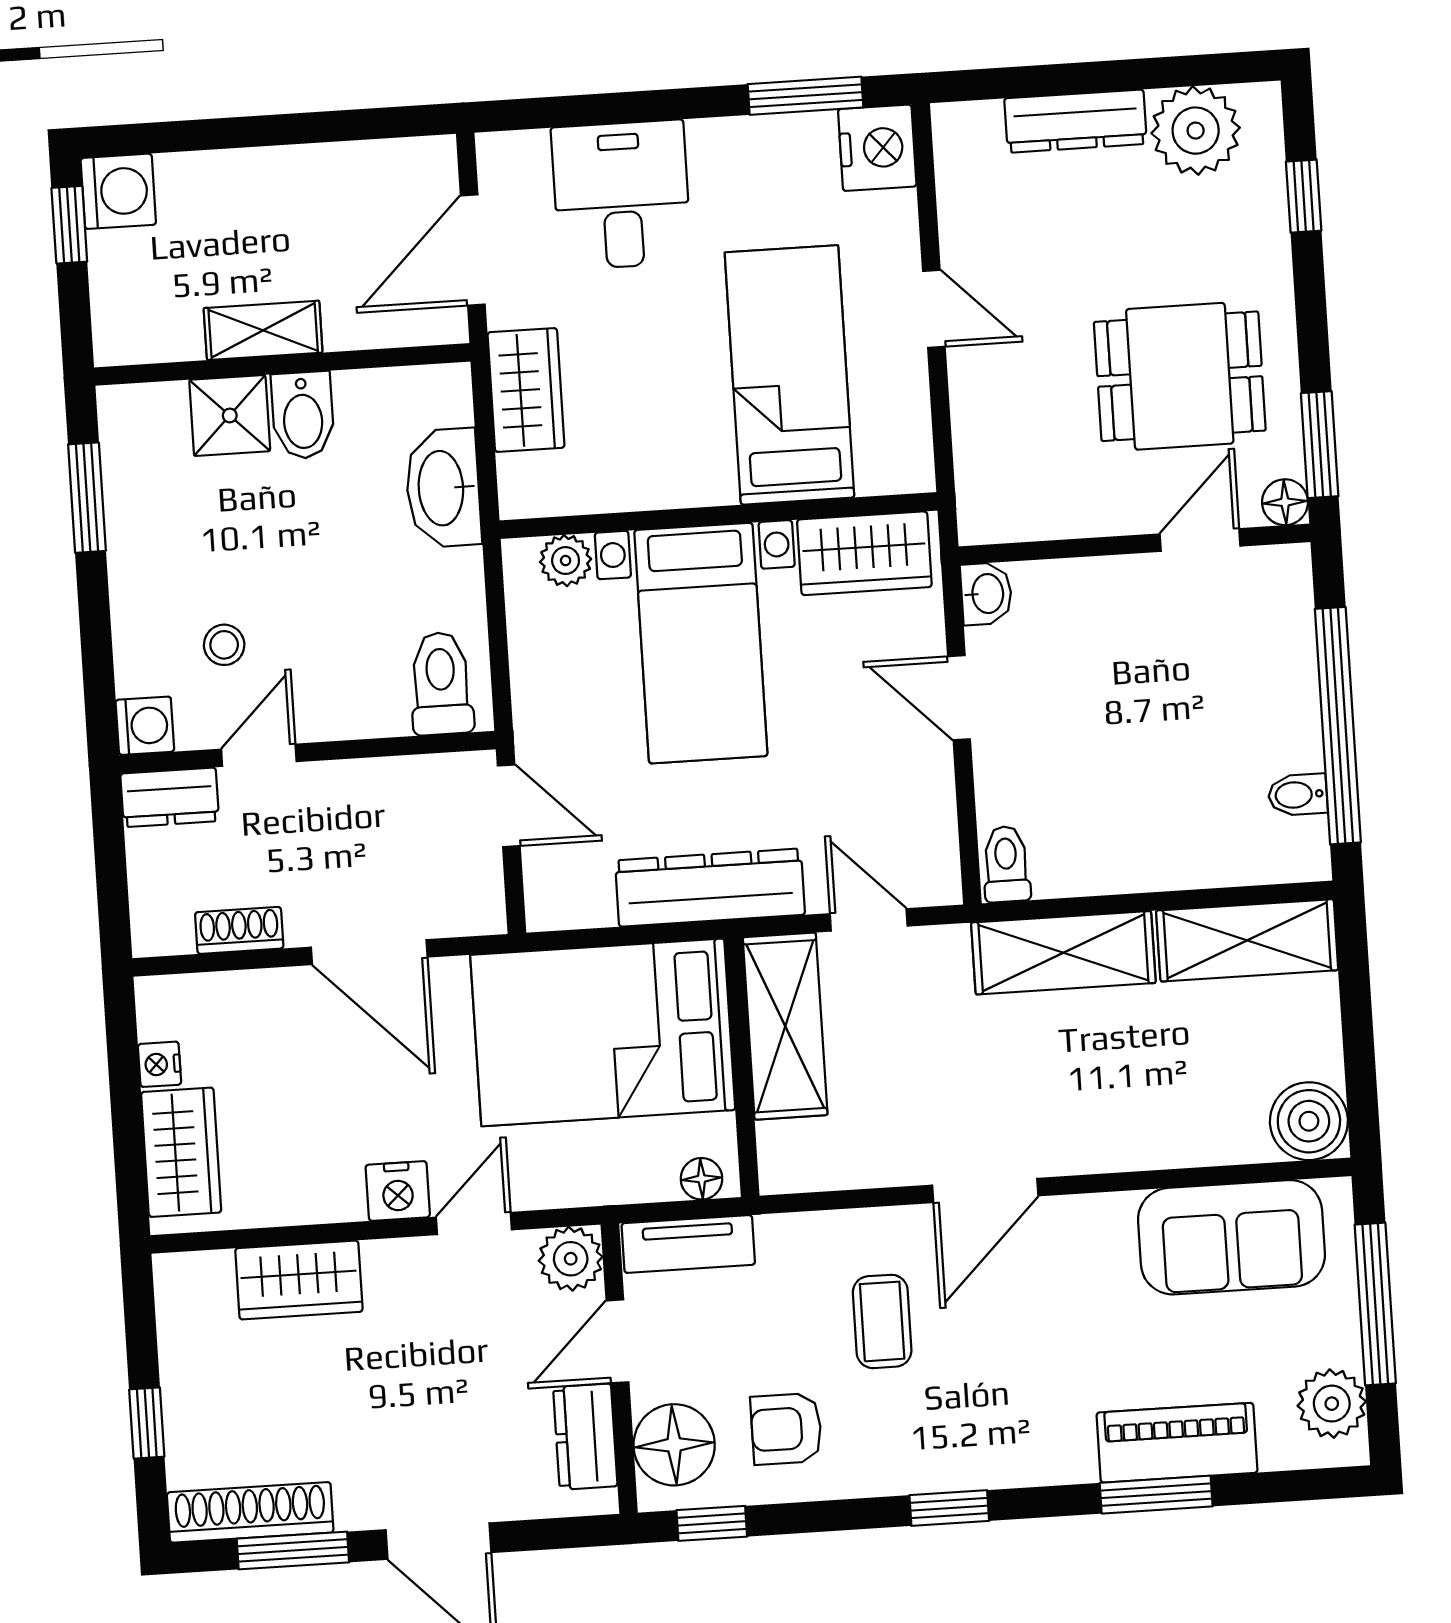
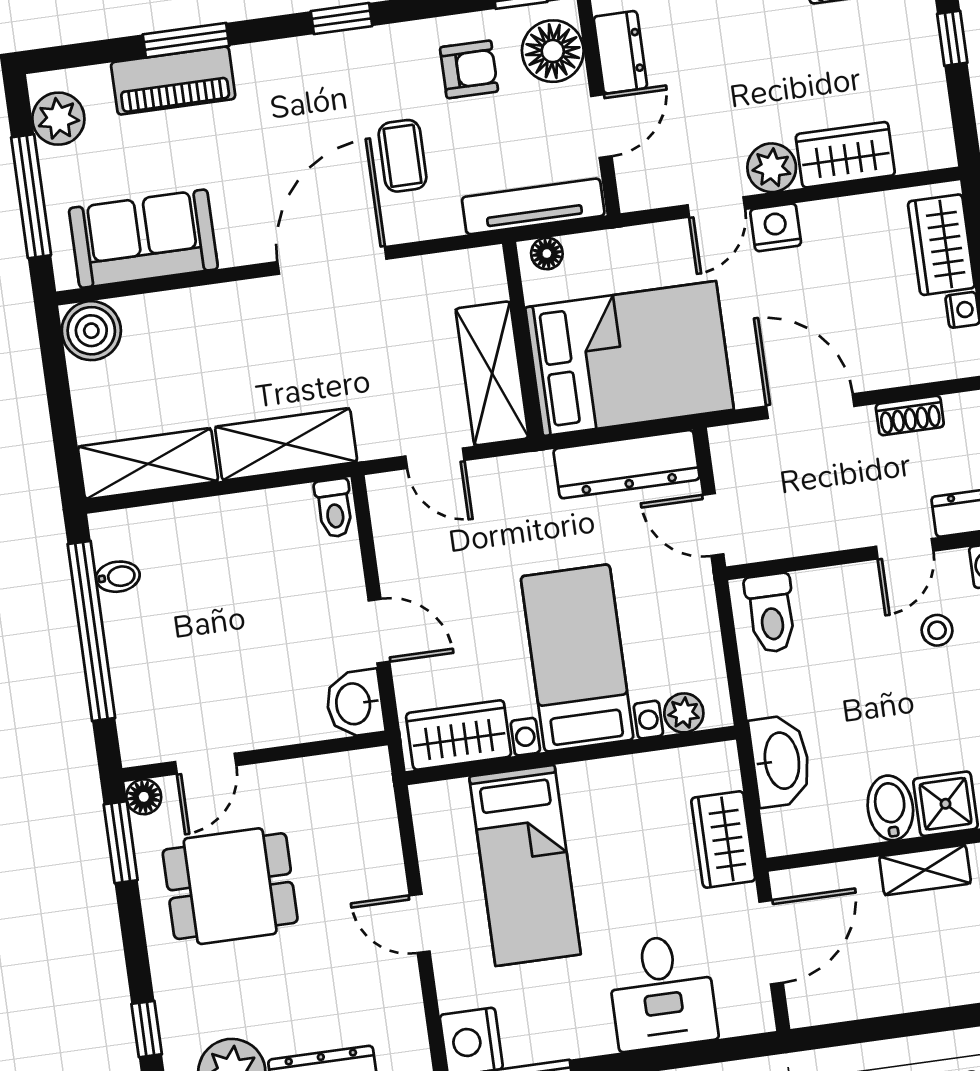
washbasin: (986, 594) -> (355, 704), width x1.38, depth x1.45
dresser: (710, 888) -> (626, 464), moved
door: (985, 1190) -> (332, 260), width x1.36
tv unit: (688, 1244) -> (533, 206), width x1.41
plant: (571, 1259) -> (772, 168), moved

